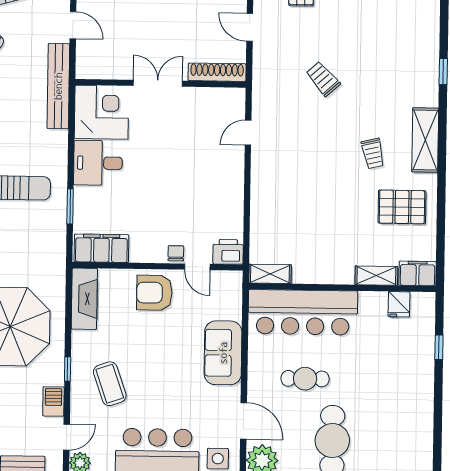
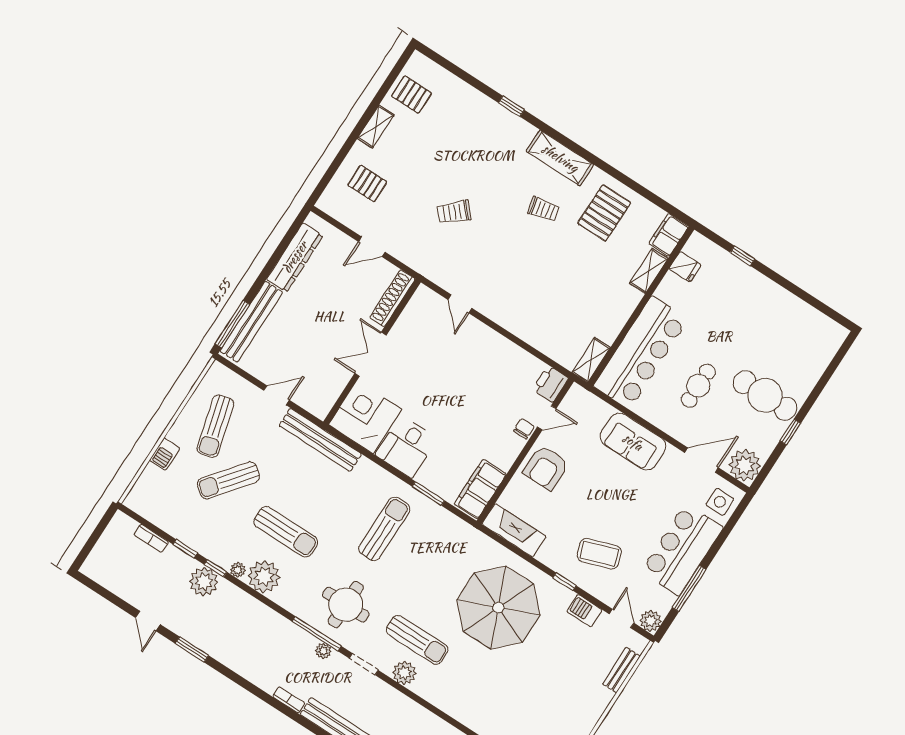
chair: (176, 253) -> (524, 429), turned 90

